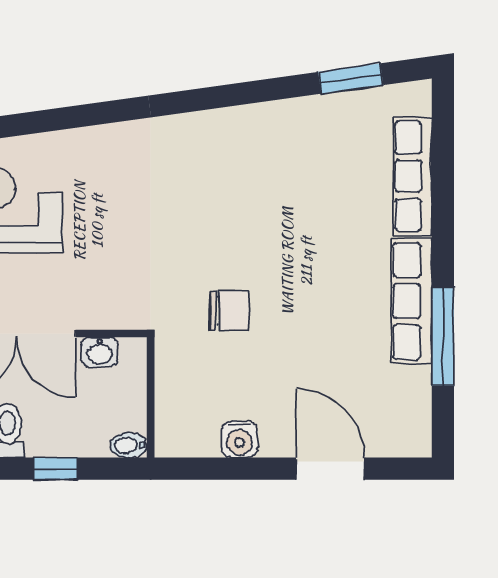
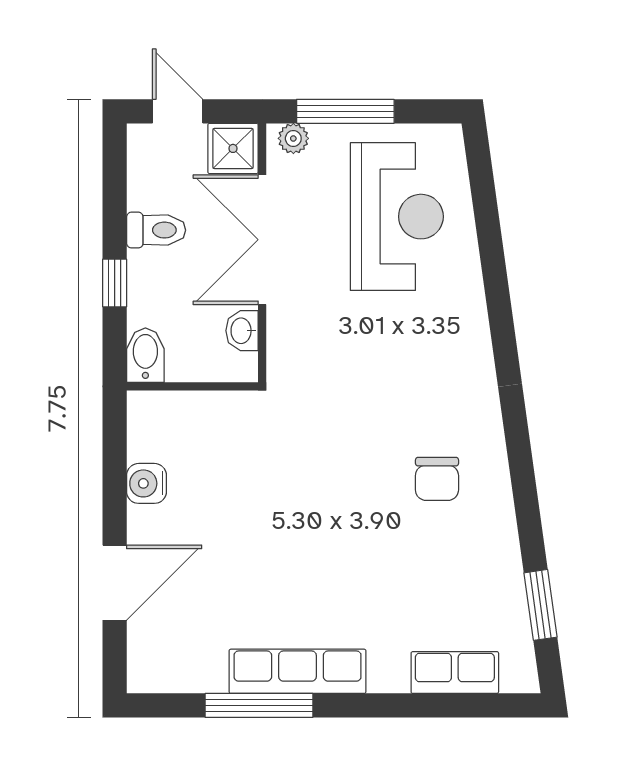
row of seats: (413, 176) -> (455, 673), width x0.68
chair: (229, 311) -> (437, 479), moved
bidet: (129, 445) -> (145, 355), width x1.38, depth x1.36

